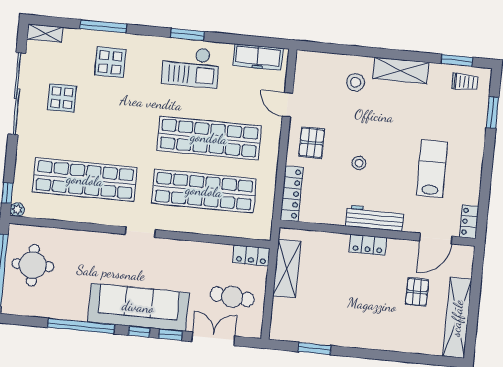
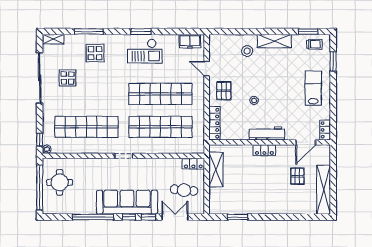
freezer: (258, 57) -> (190, 41), width x0.71
lab bench: (432, 169) -> (313, 88), moved

